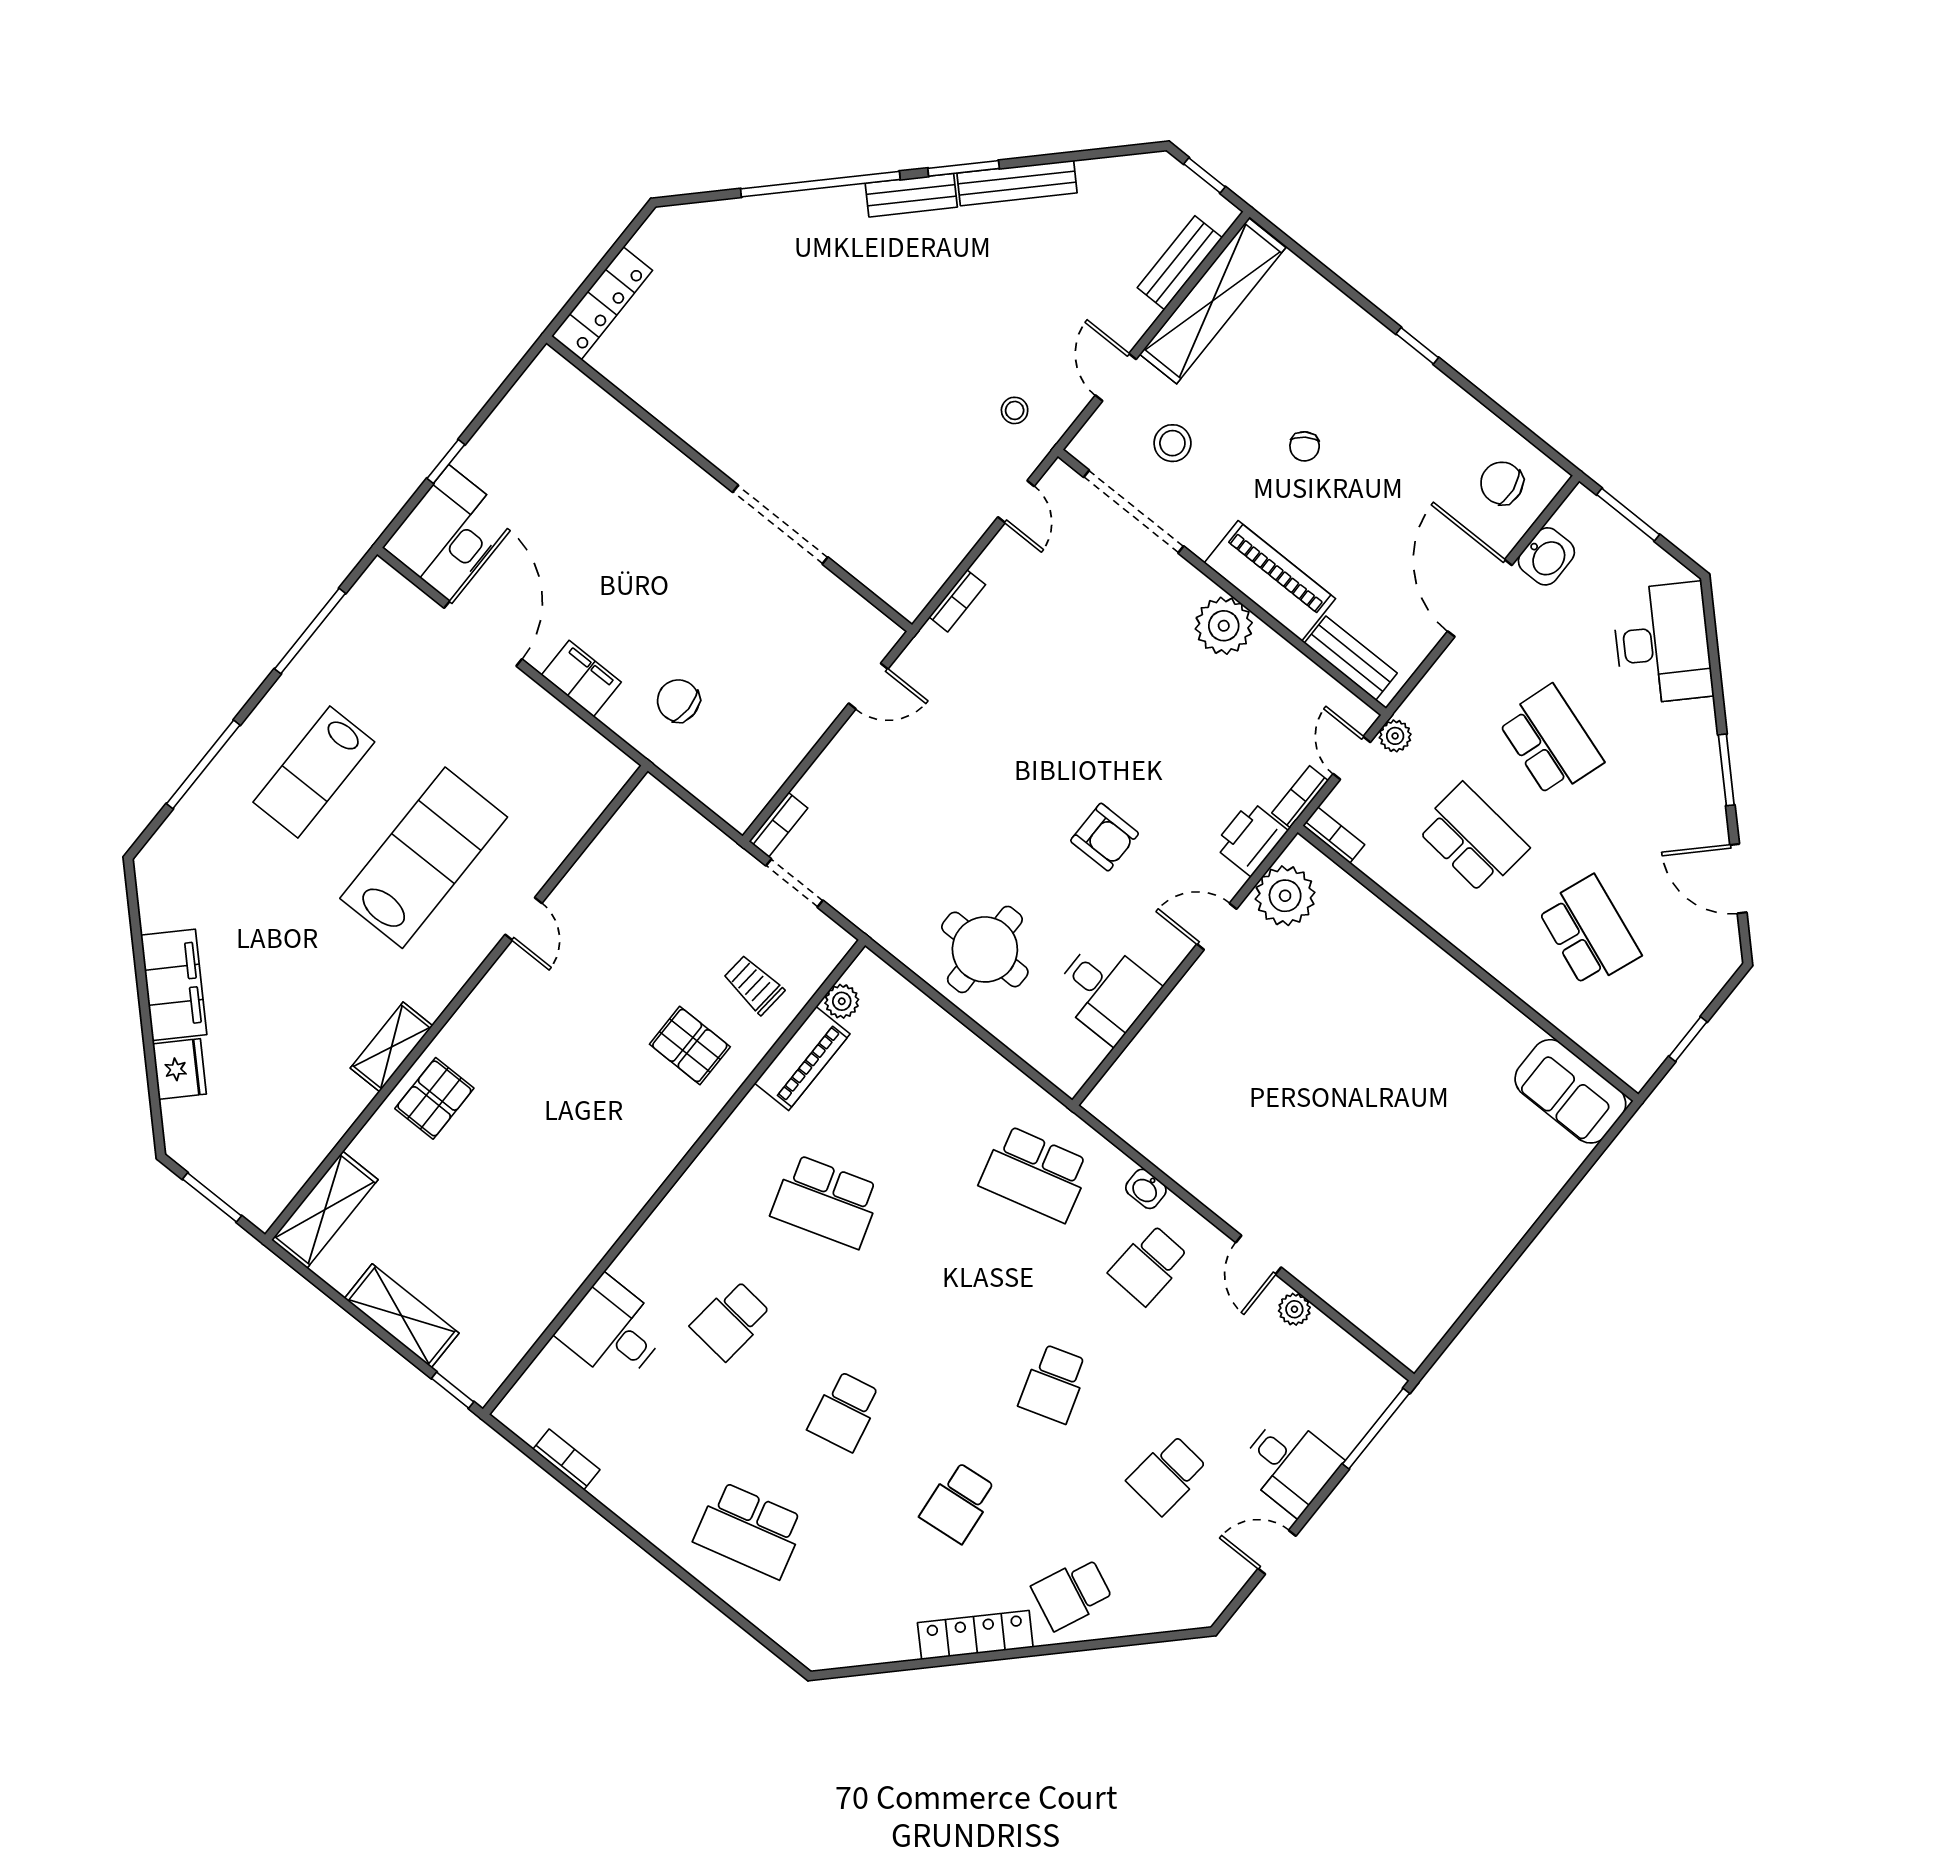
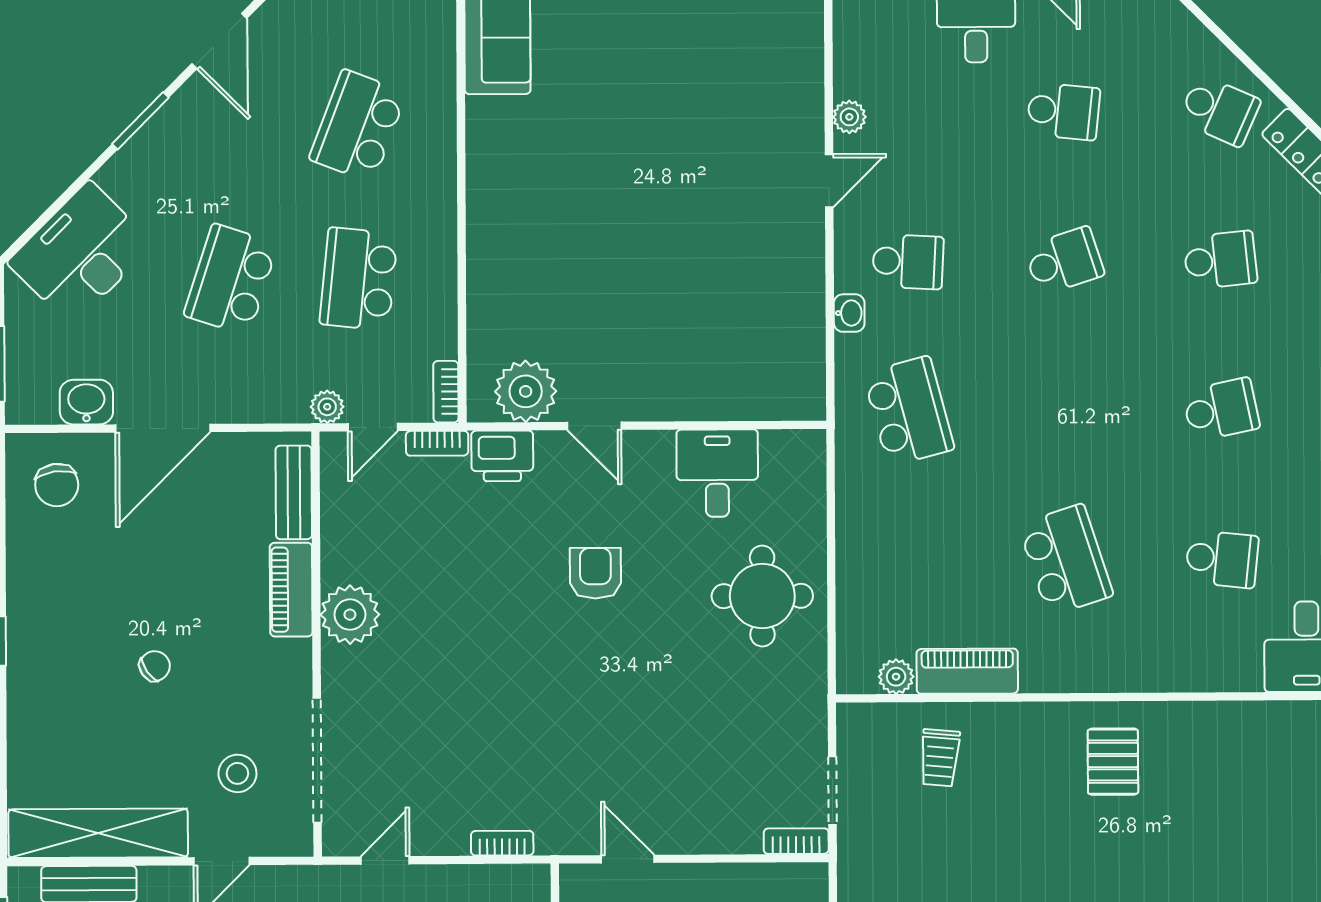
piano: (1270, 581) -> (291, 590), width x0.73, depth x0.75
pallet: (690, 1045) -> (1113, 762), moved

